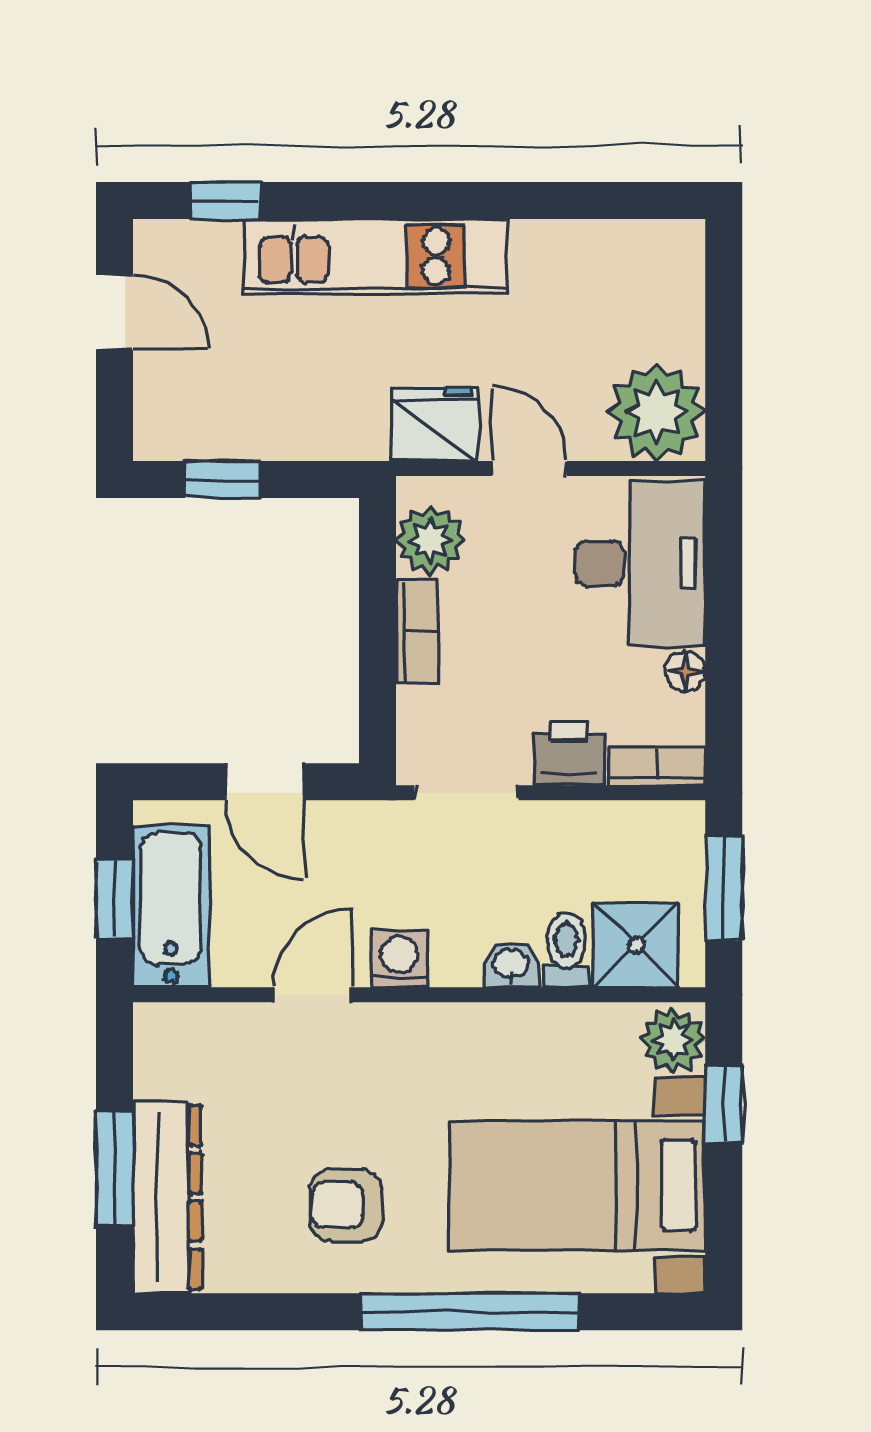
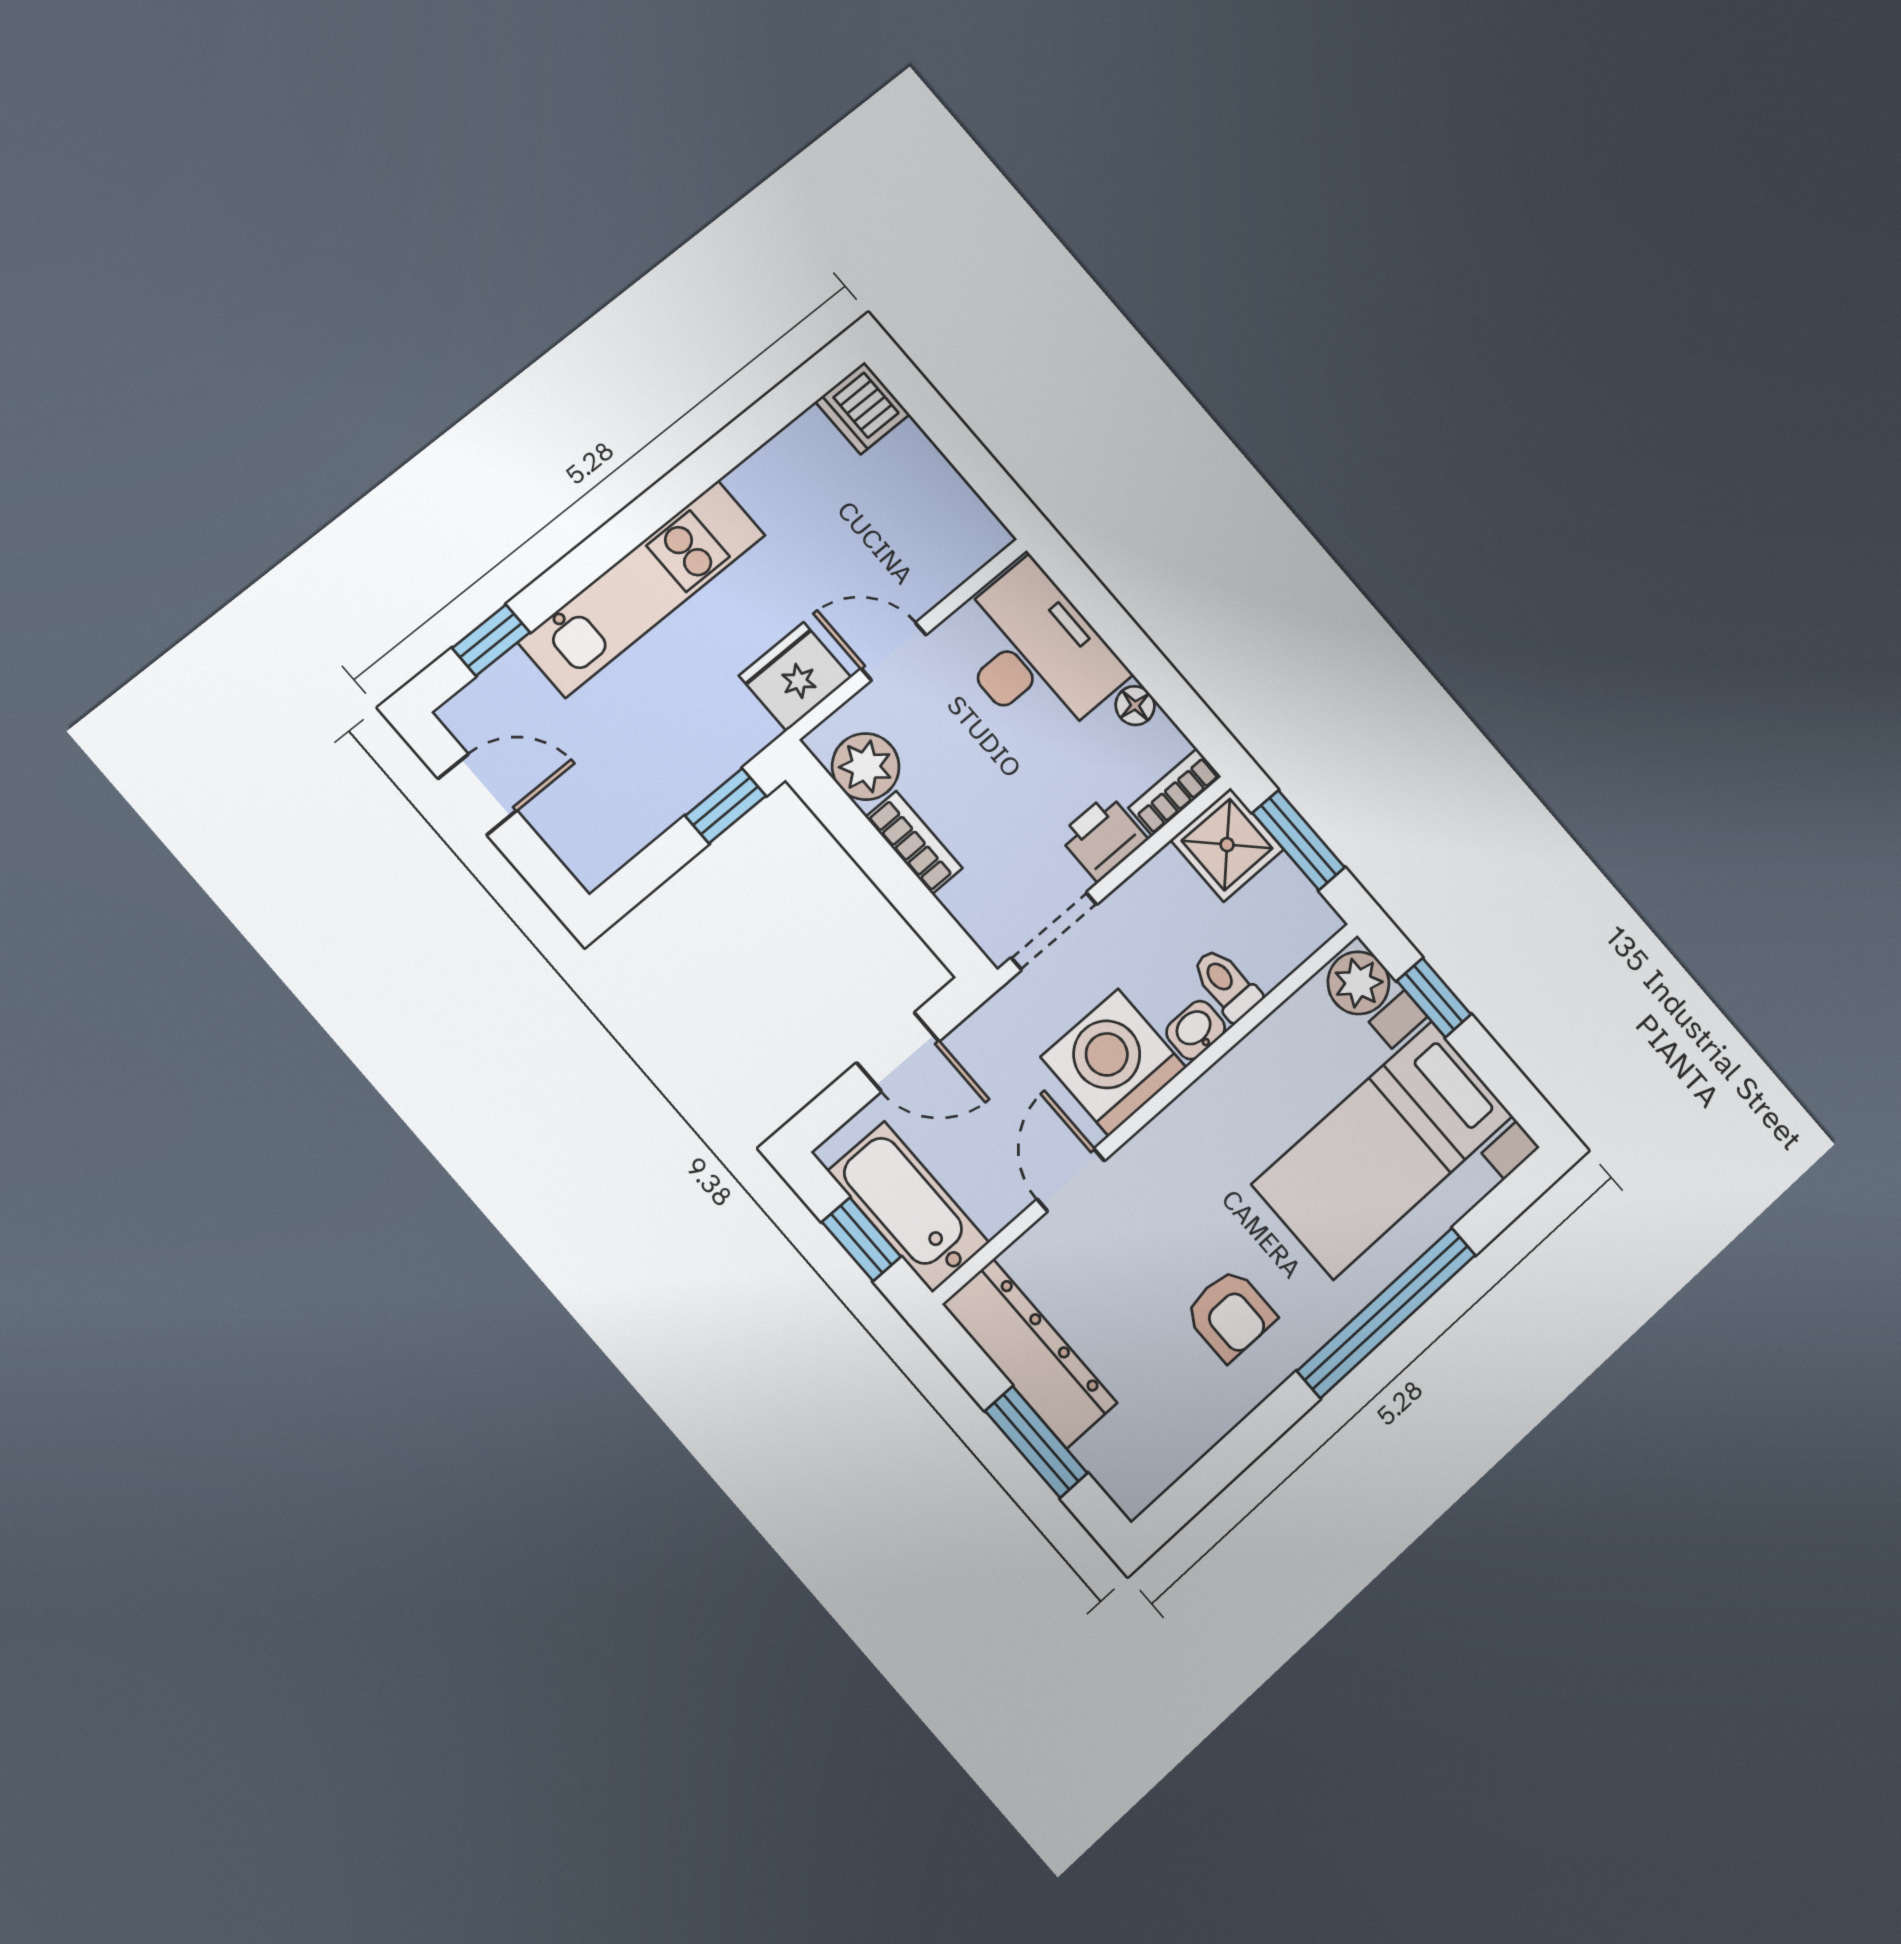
dishwasher: (672, 255) -> (863, 408), added
plant: (656, 412) -> (951, 533), removed
window: (223, 480) -> (726, 806), moved
shower: (636, 945) -> (1227, 845), moved
washing machine: (399, 959) -> (1114, 1062), width x1.89, depth x1.89
dresser: (167, 1197) -> (1030, 1354), moved
armchair: (346, 1205) -> (1230, 1315), turned -90

